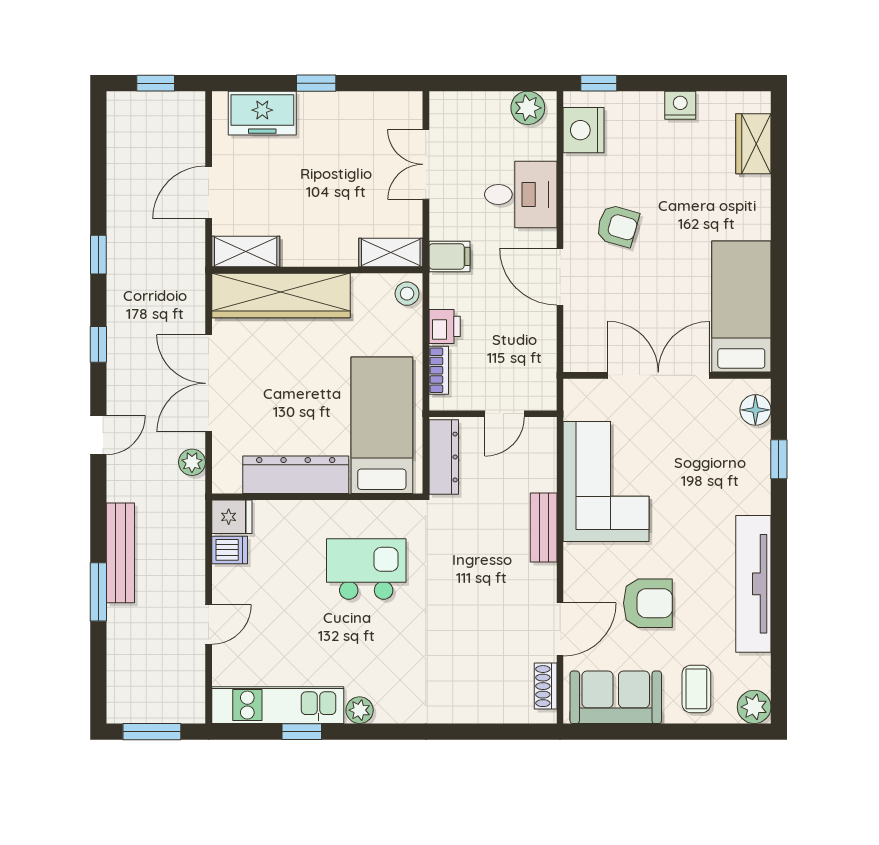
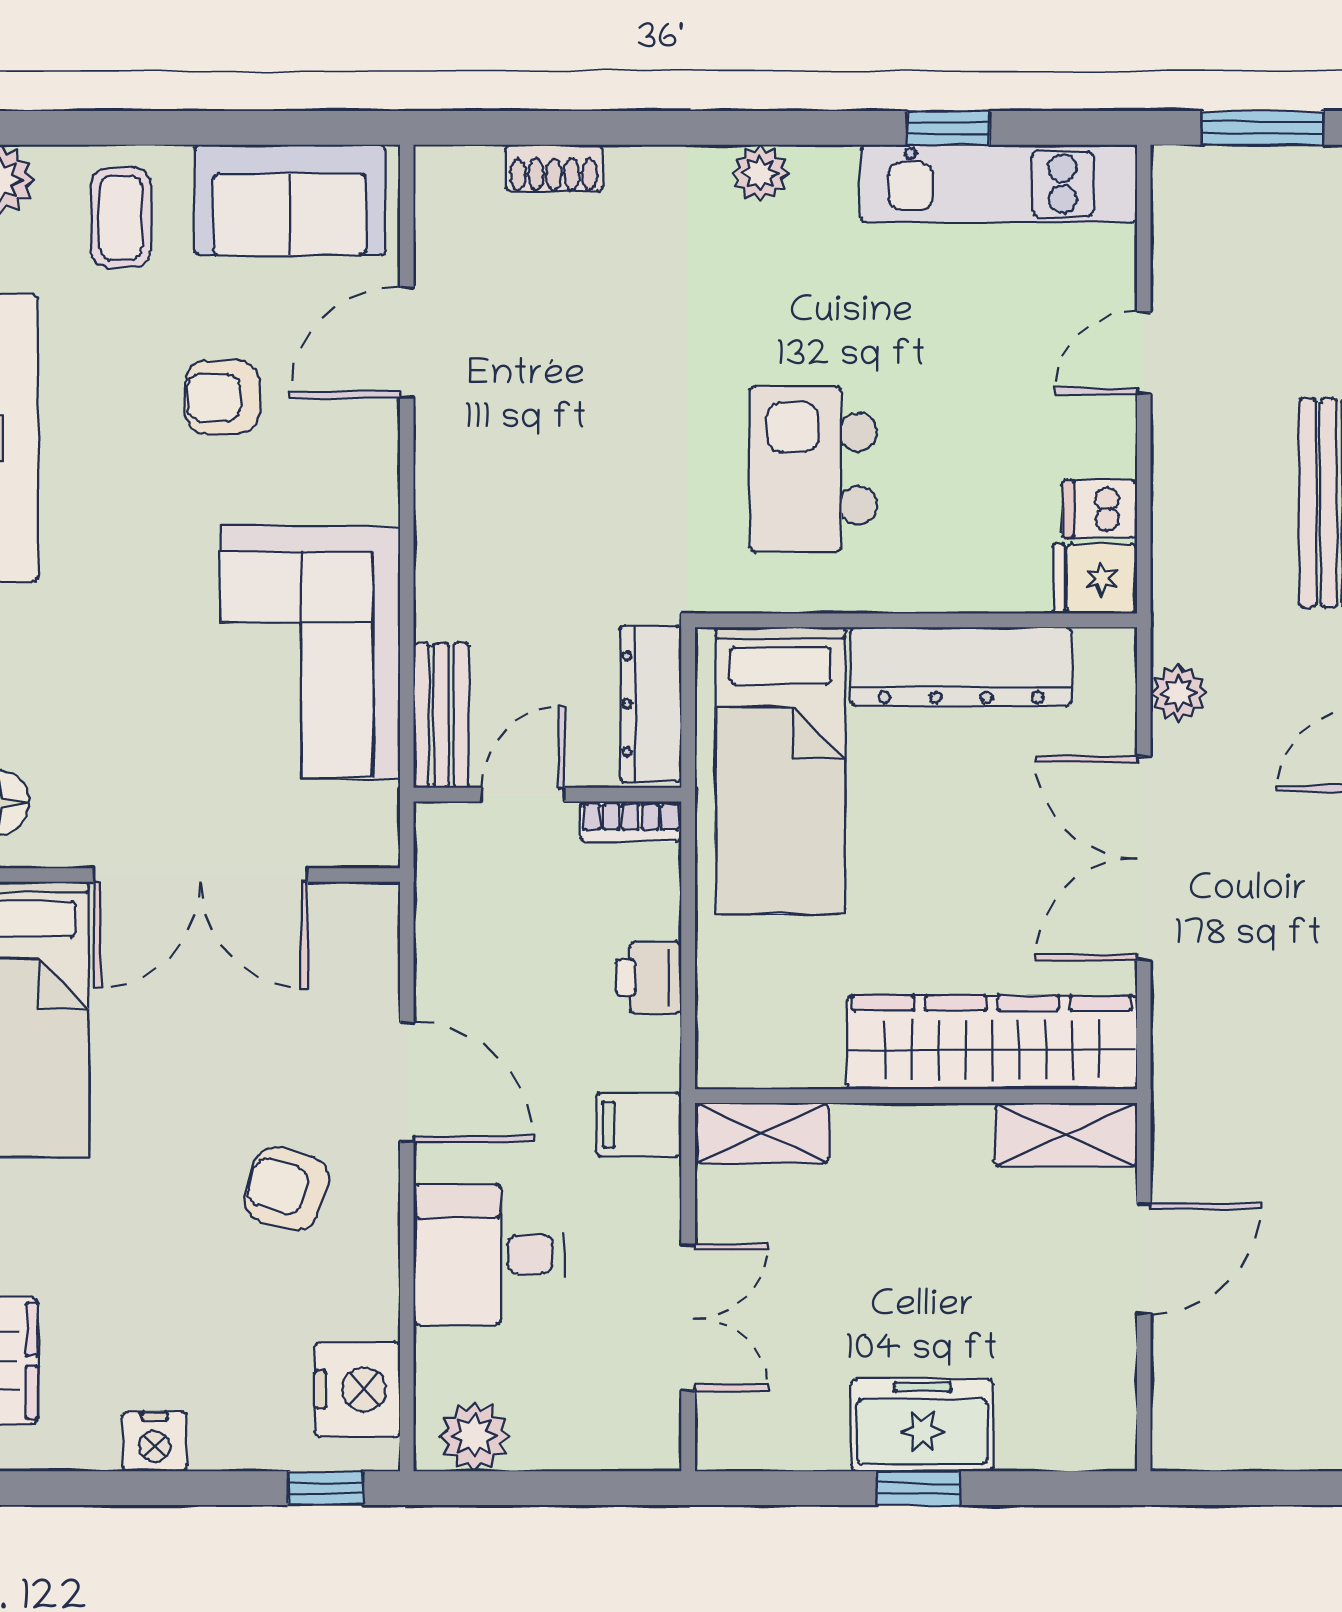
window: (156, 83) -> (1255, 1488), removed
freezer: (262, 113) -> (922, 1425), moved
stool: (407, 294) -> (728, 1047), removed
bookcase: (439, 370) -> (631, 822), moved, turned -90
double door: (209, 383) -> (1144, 858), swing flipped
bench: (544, 528) -> (441, 715), moved
kitchen island: (366, 569) -> (813, 469), turned 90
armchair: (648, 603) -> (223, 397), width x0.72, depth x0.72
shoe rack: (546, 686) -> (554, 168), moved, turned 90
plant: (360, 710) -> (760, 173), moved

